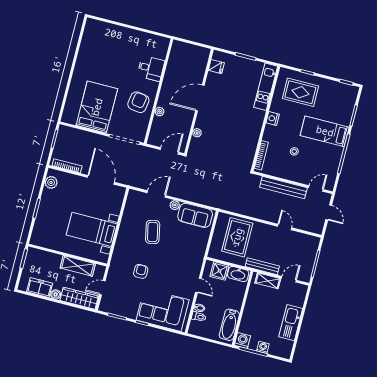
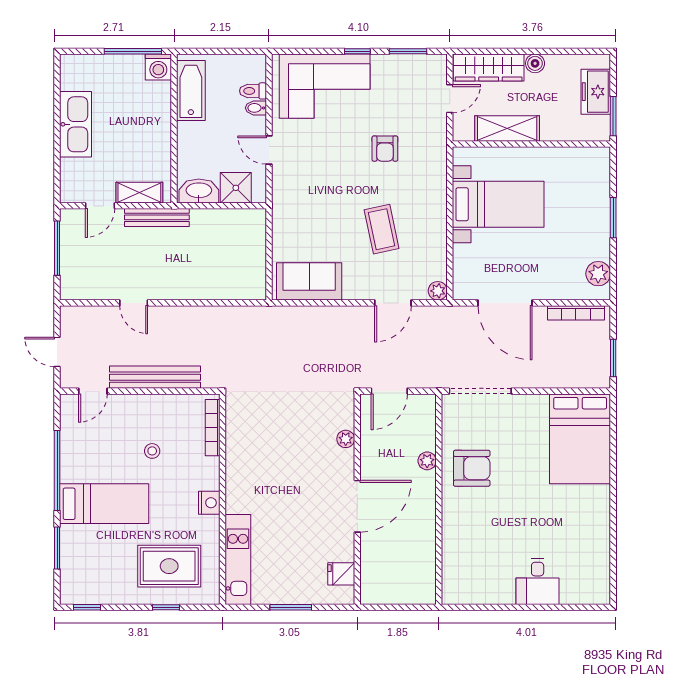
desk: (151, 68) -> (538, 582), moved, turned -90
armchair: (138, 102) -> (472, 468), turned -99
bed: (97, 107) -> (580, 439), moved
plant: (175, 205) -> (438, 291), moved
rug: (237, 237) -> (219, 260), removed
freezer: (40, 288) -> (596, 92), moved, turned 90
washing machine: (263, 347) -> (116, 64), removed

